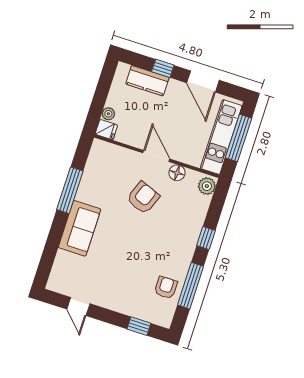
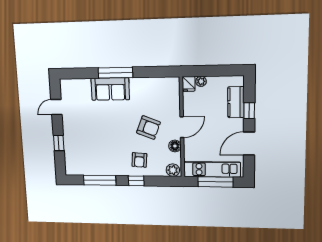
window: (70, 190) -> (115, 73), moved
armchair: (166, 288) -> (139, 160), moved, turned 94
window: (139, 326) -> (59, 143), moved

